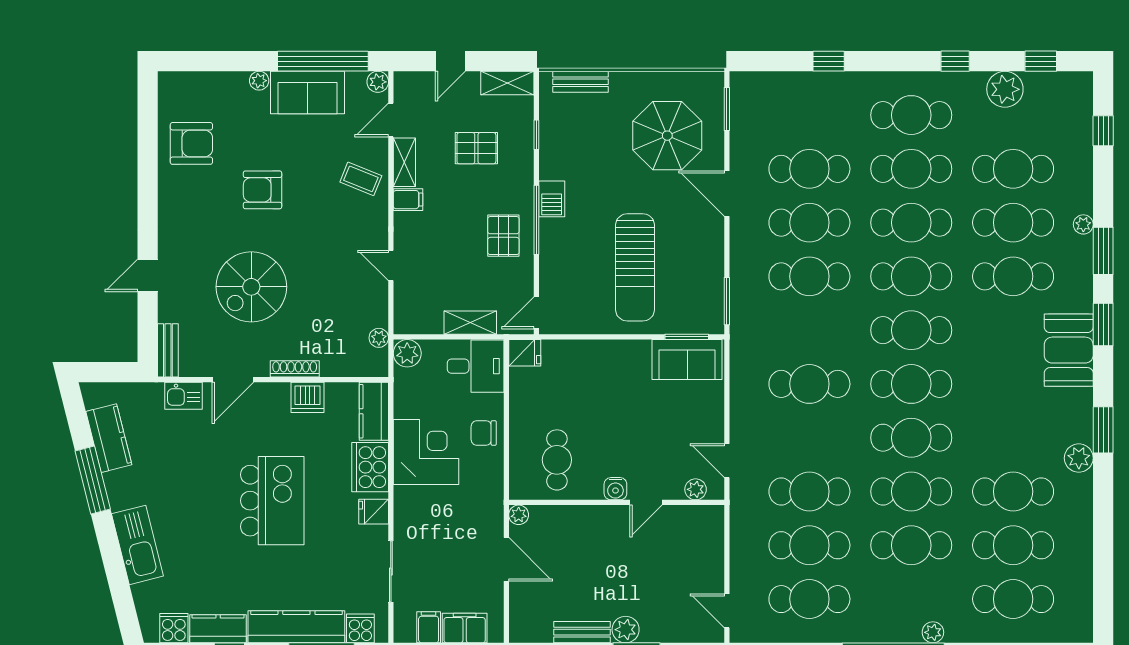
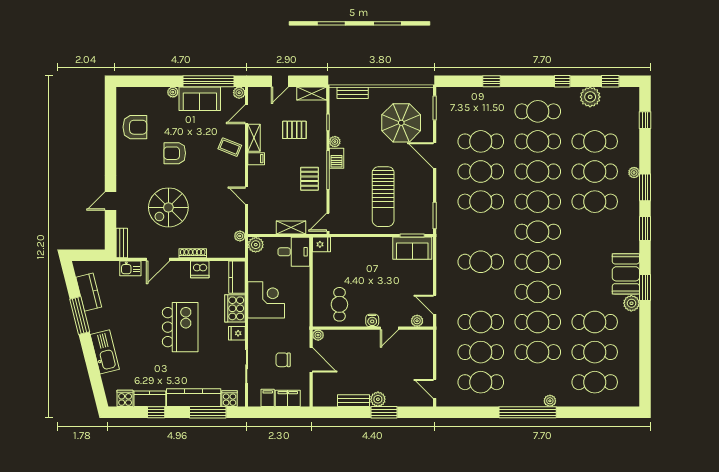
plant: (549, 169) -> (335, 142), added
booth: (1069, 350) -> (626, 274), moved
chair: (484, 433) -> (283, 360), moved

